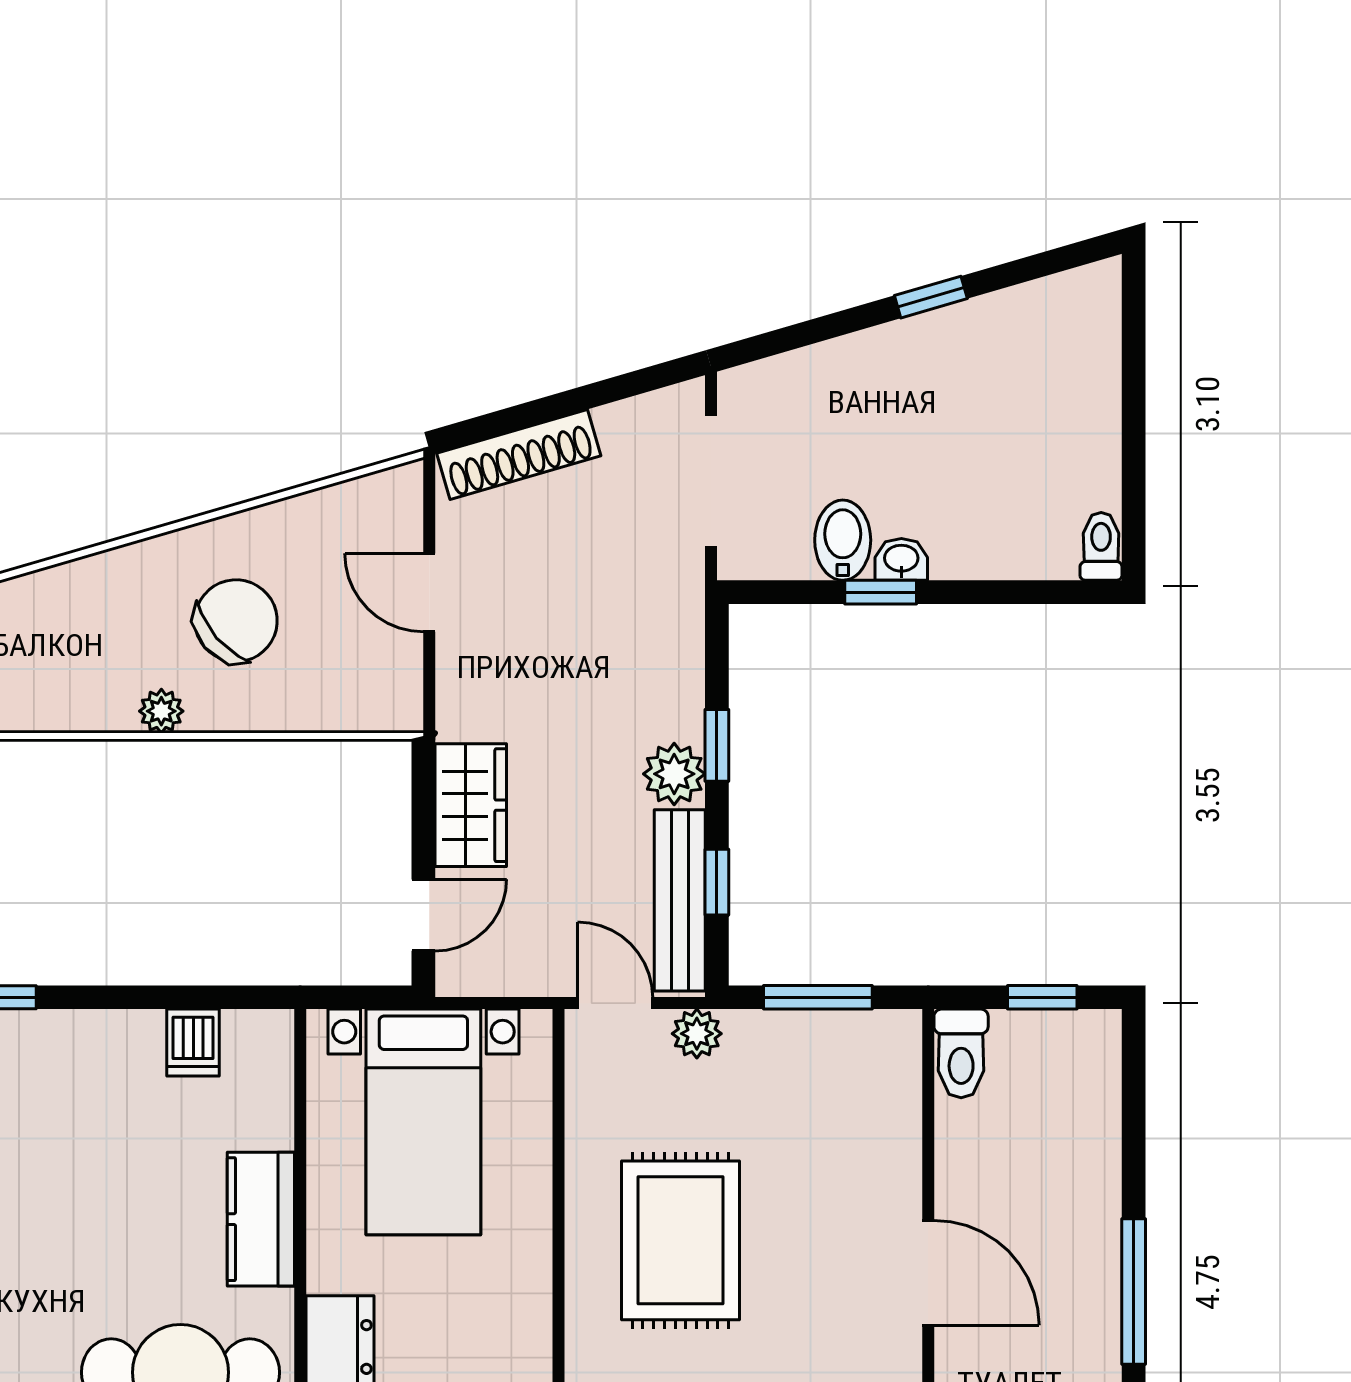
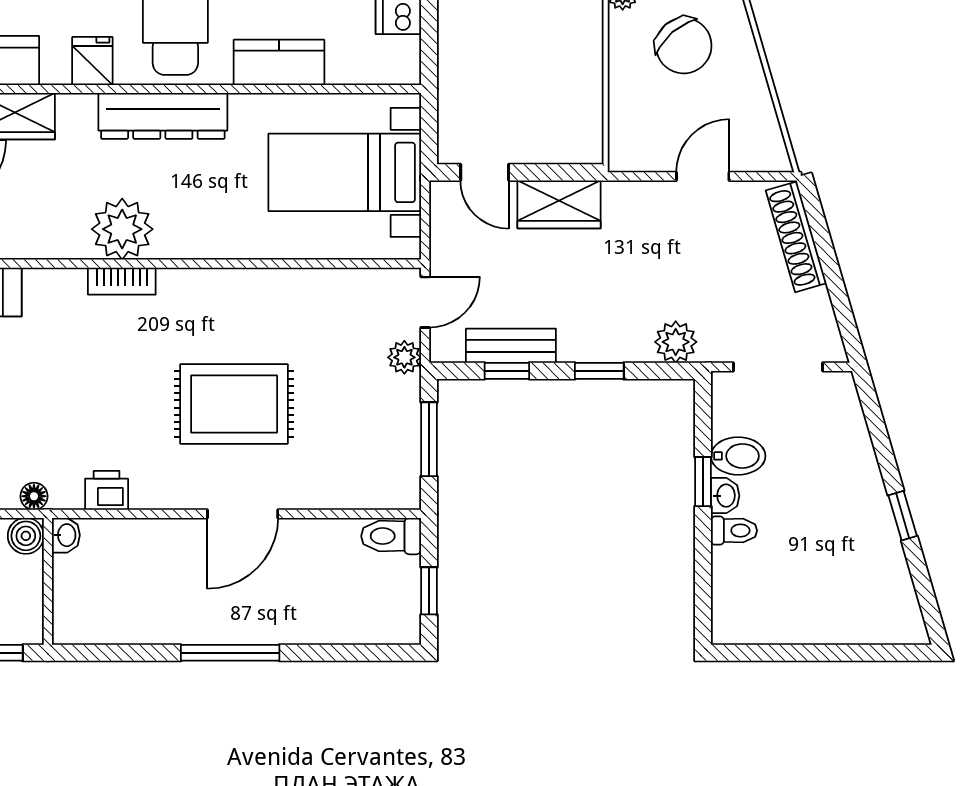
toilet: (1101, 546) -> (734, 531), moved
plant: (674, 774) -> (676, 342), moved
bench: (680, 900) -> (511, 346), width x0.73
rug: (680, 1240) -> (234, 404), moved

